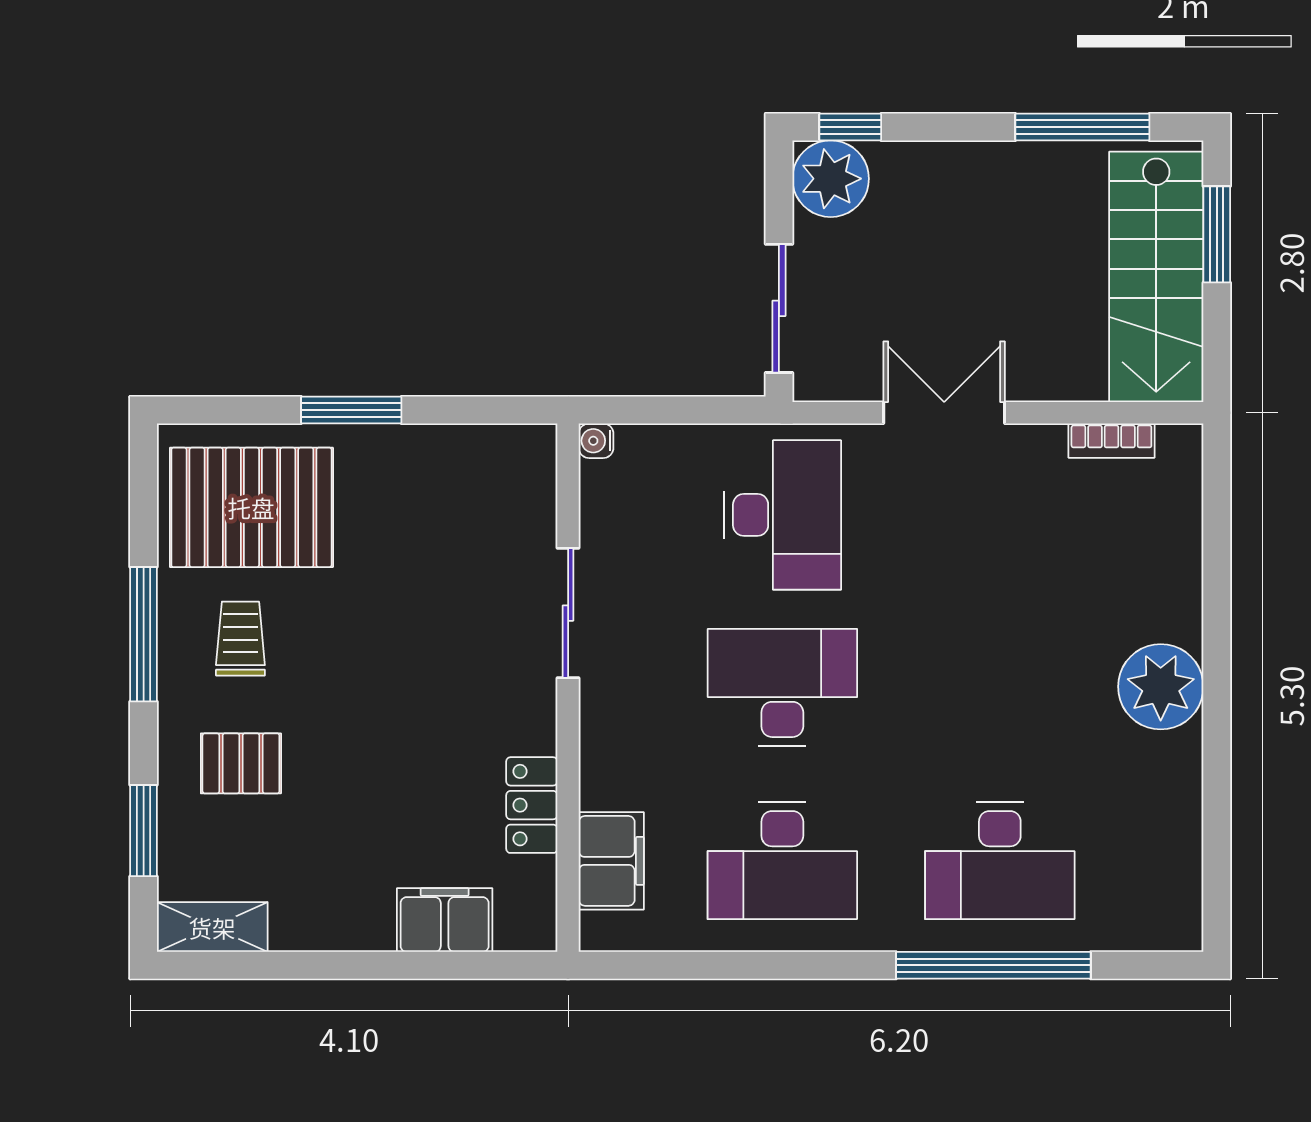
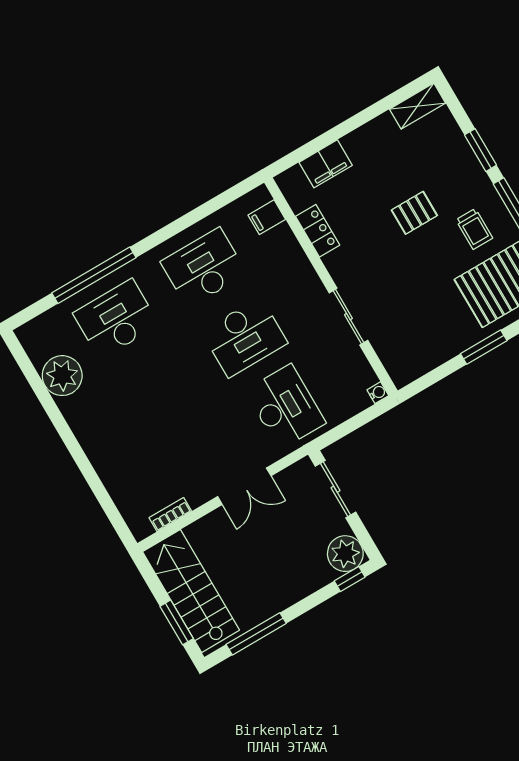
desk: (782, 515) -> (285, 407), turned 180
plant: (1161, 687) -> (62, 376), moved
pallet: (241, 763) -> (414, 213), moved
window: (144, 831) -> (481, 150), moved
filing cabinet: (611, 861) -> (267, 217), width x0.50

